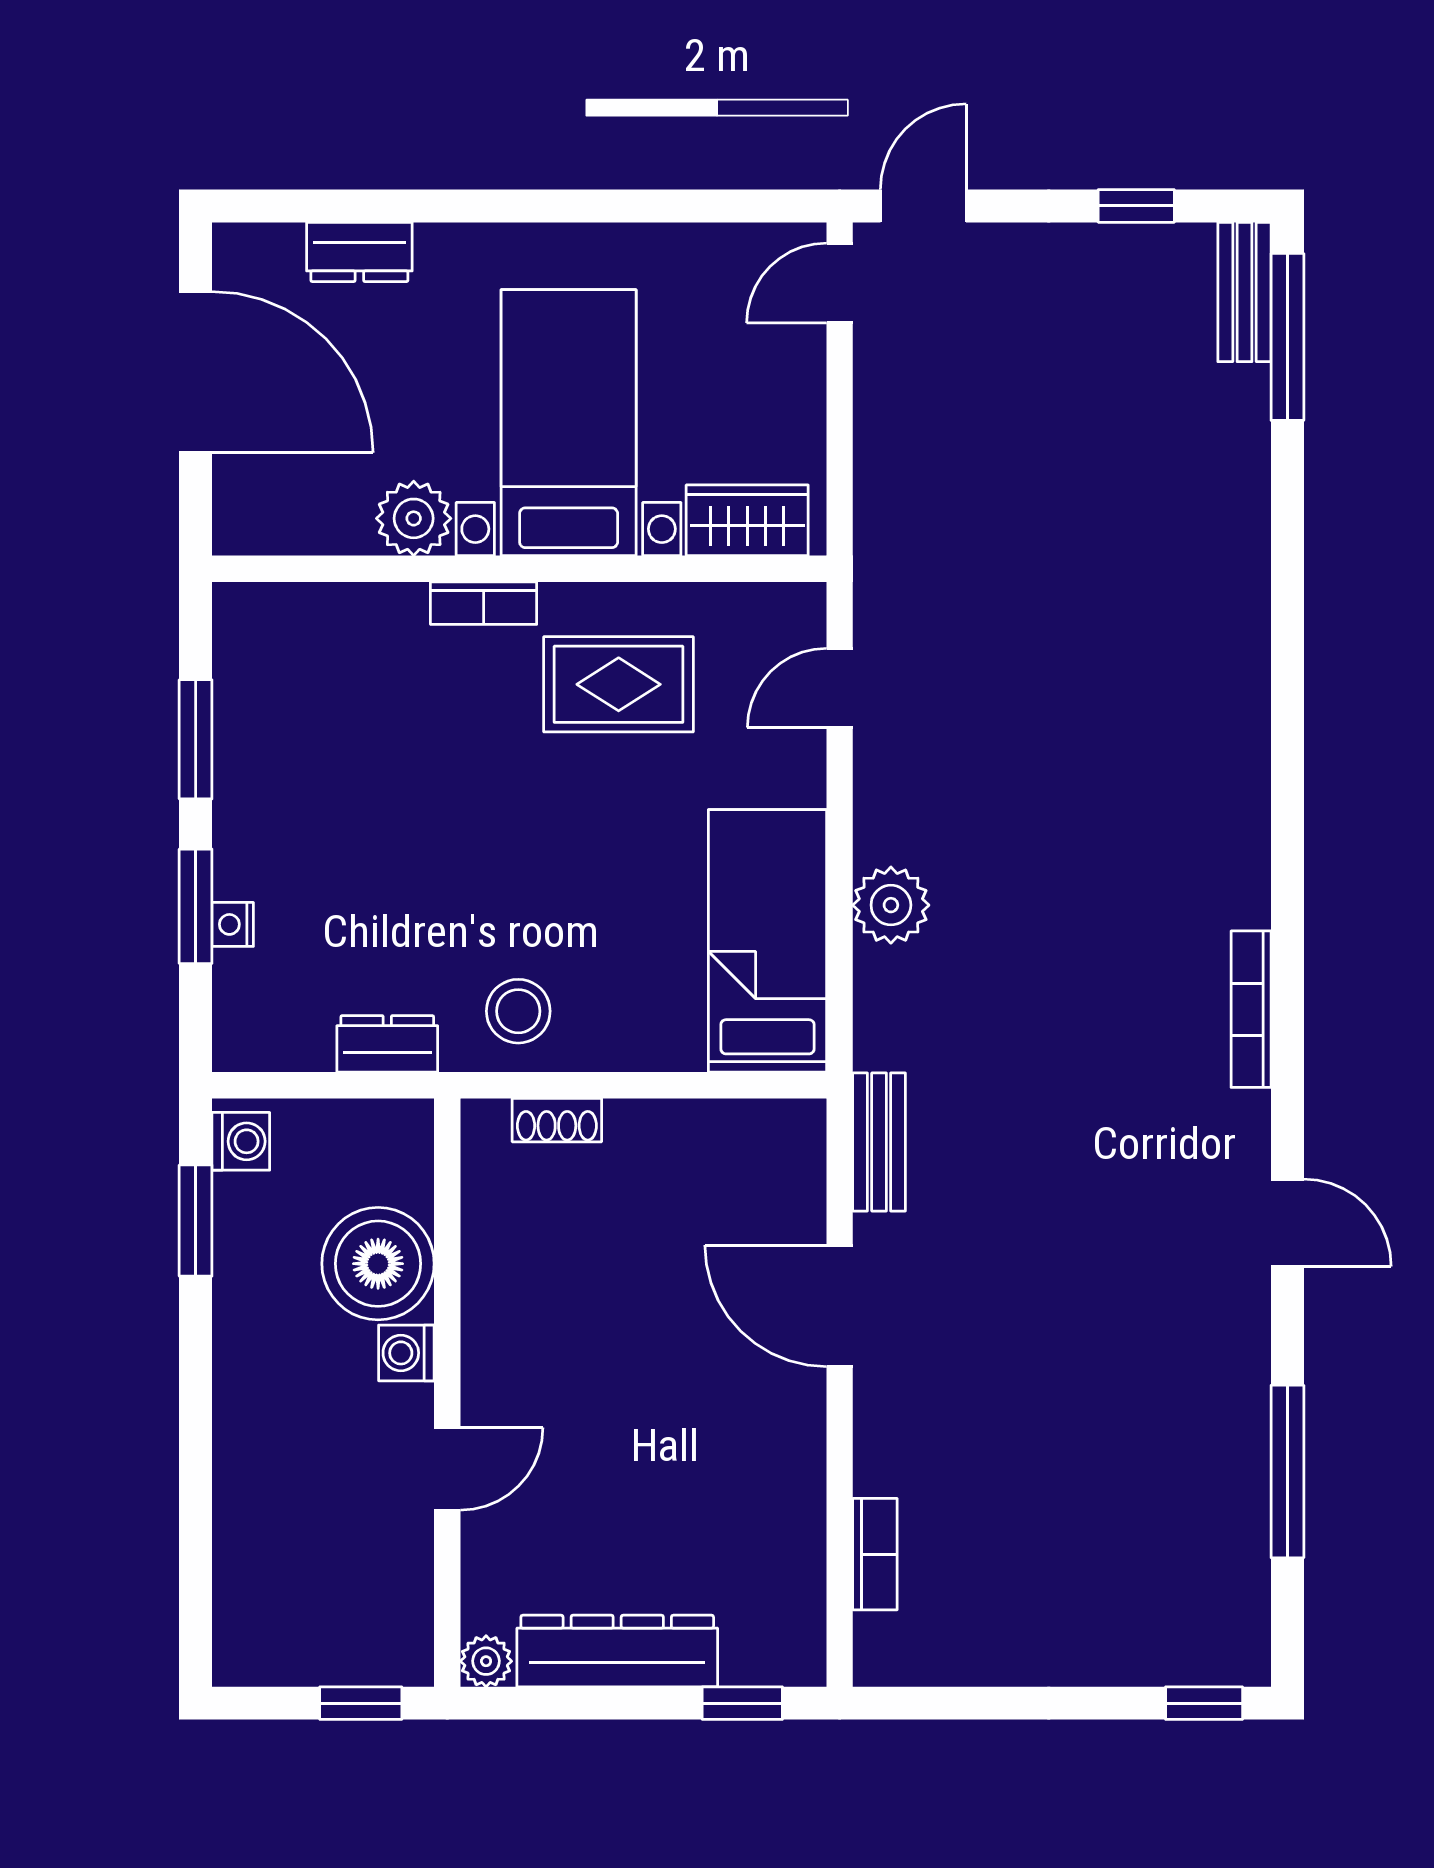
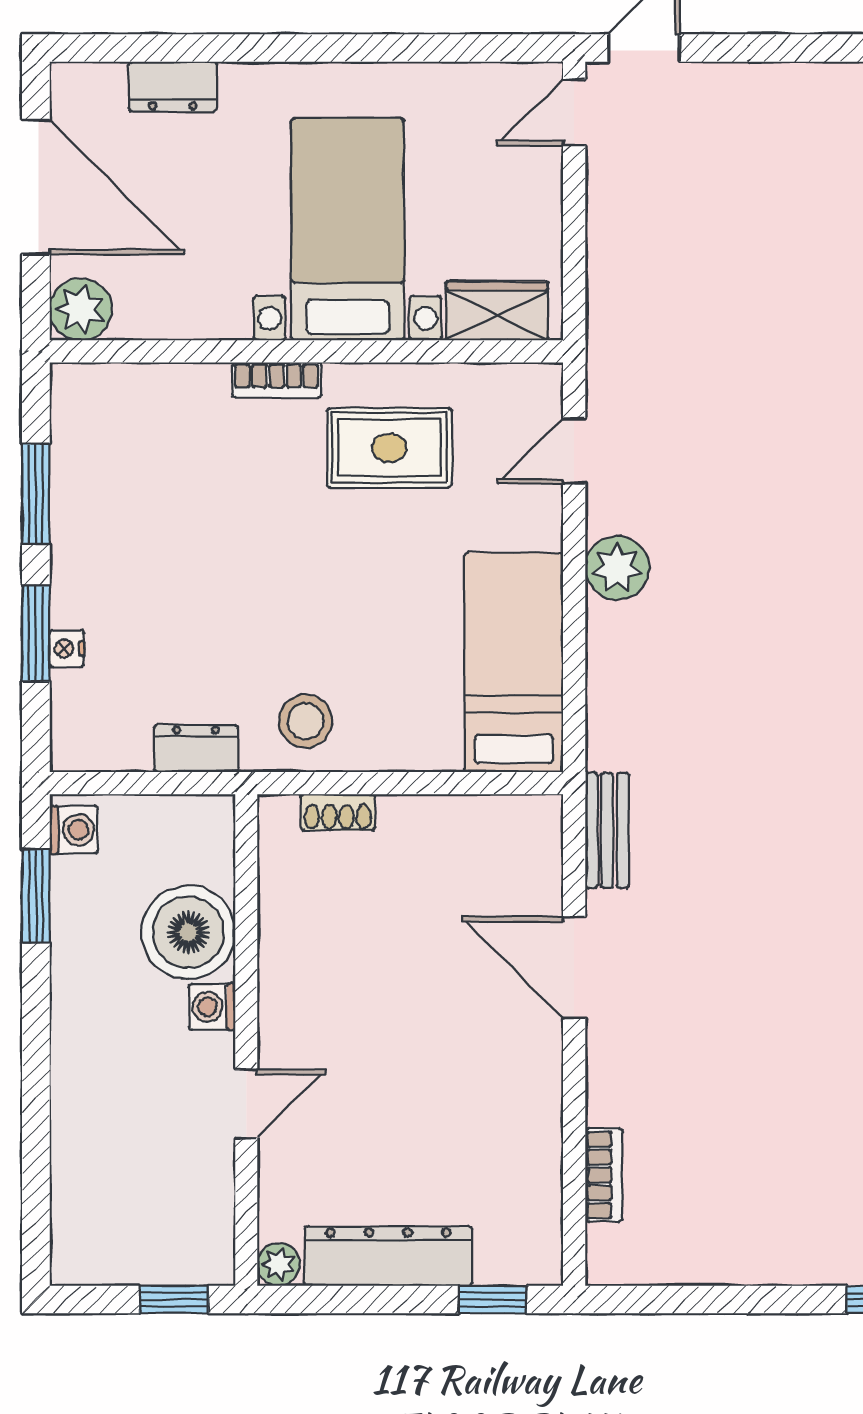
window: (1136, 206) -> (822, 48), removed
plant: (414, 518) -> (81, 309), moved
plant: (891, 905) -> (617, 568), moved

